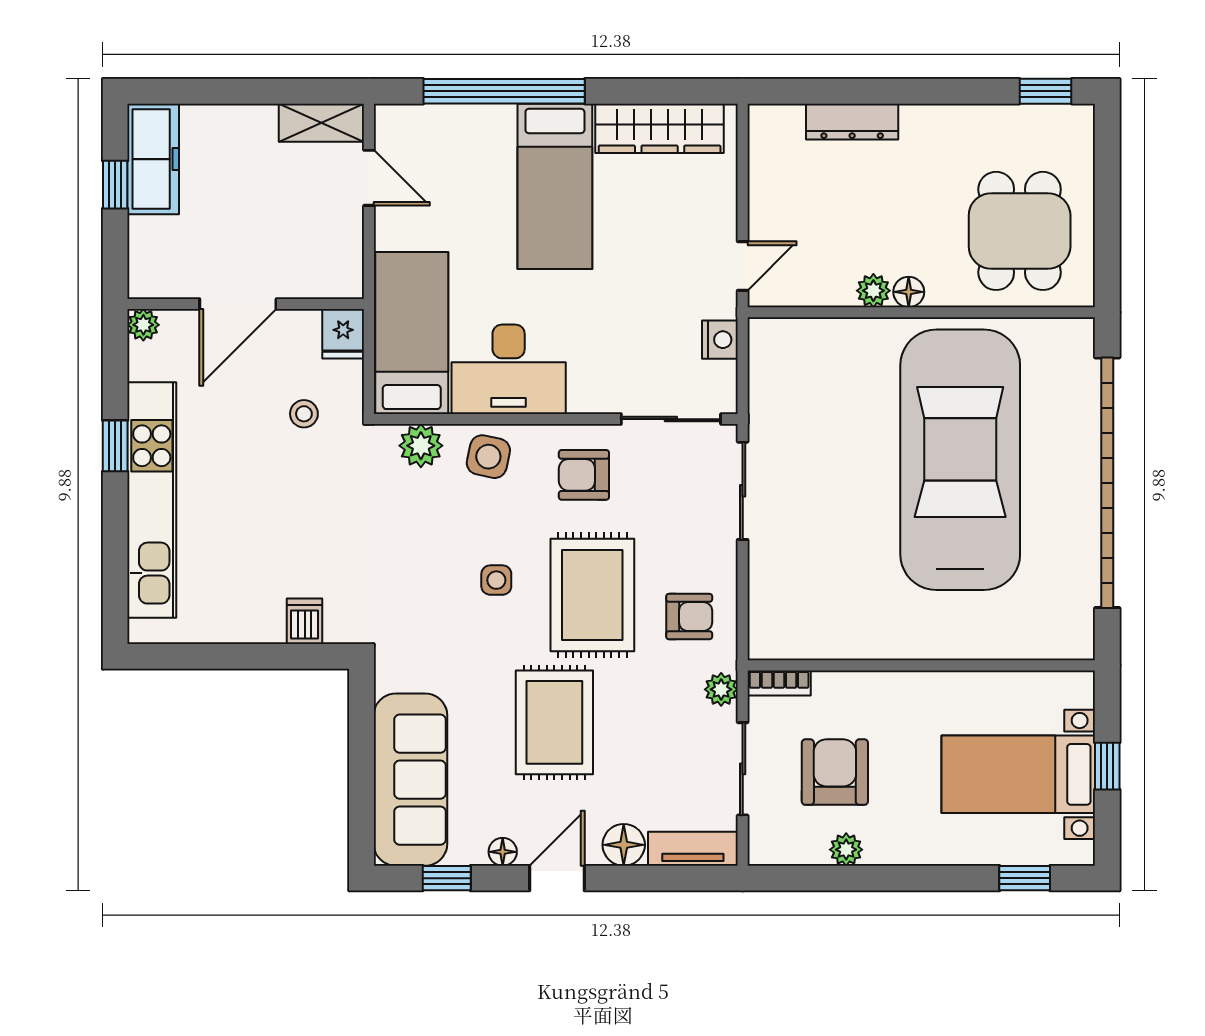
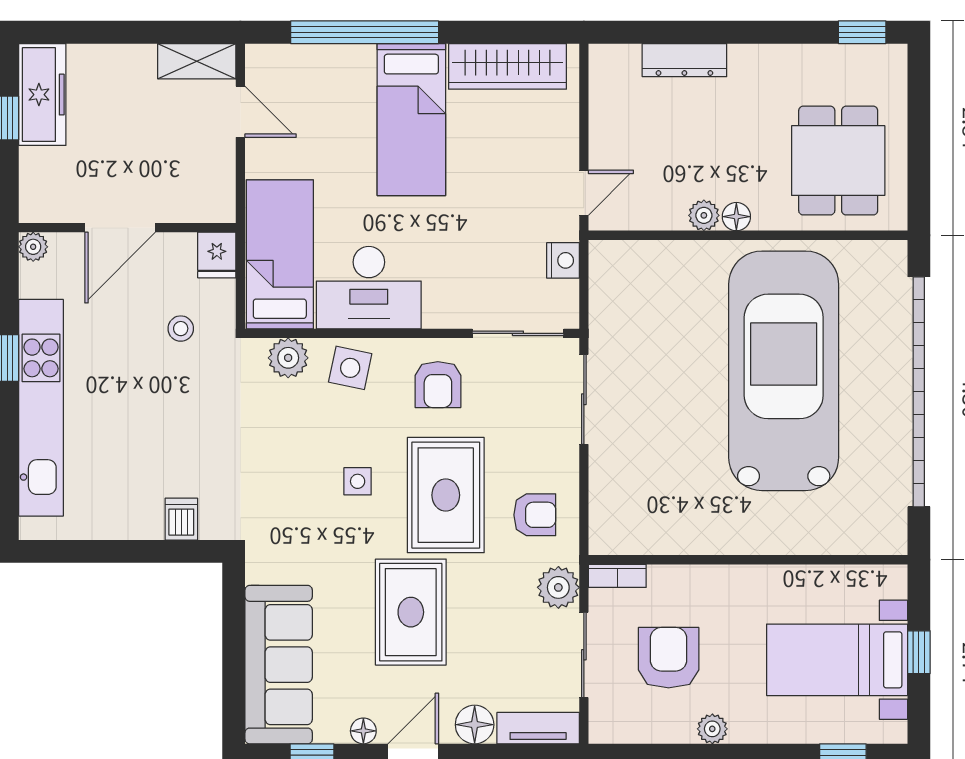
armchair: (584, 475) -> (438, 385), turned -90
plant: (721, 689) -> (558, 587), width x1.38, depth x1.38
plant: (846, 850) -> (712, 729), moved

